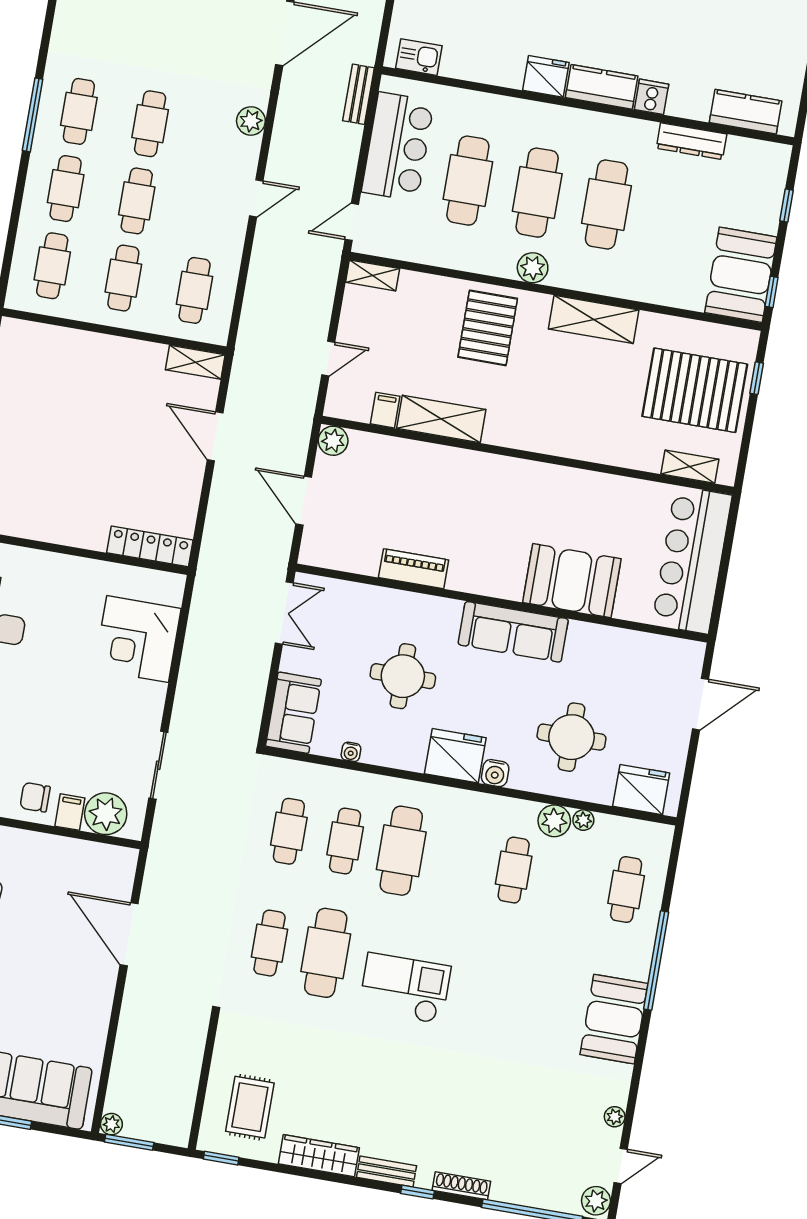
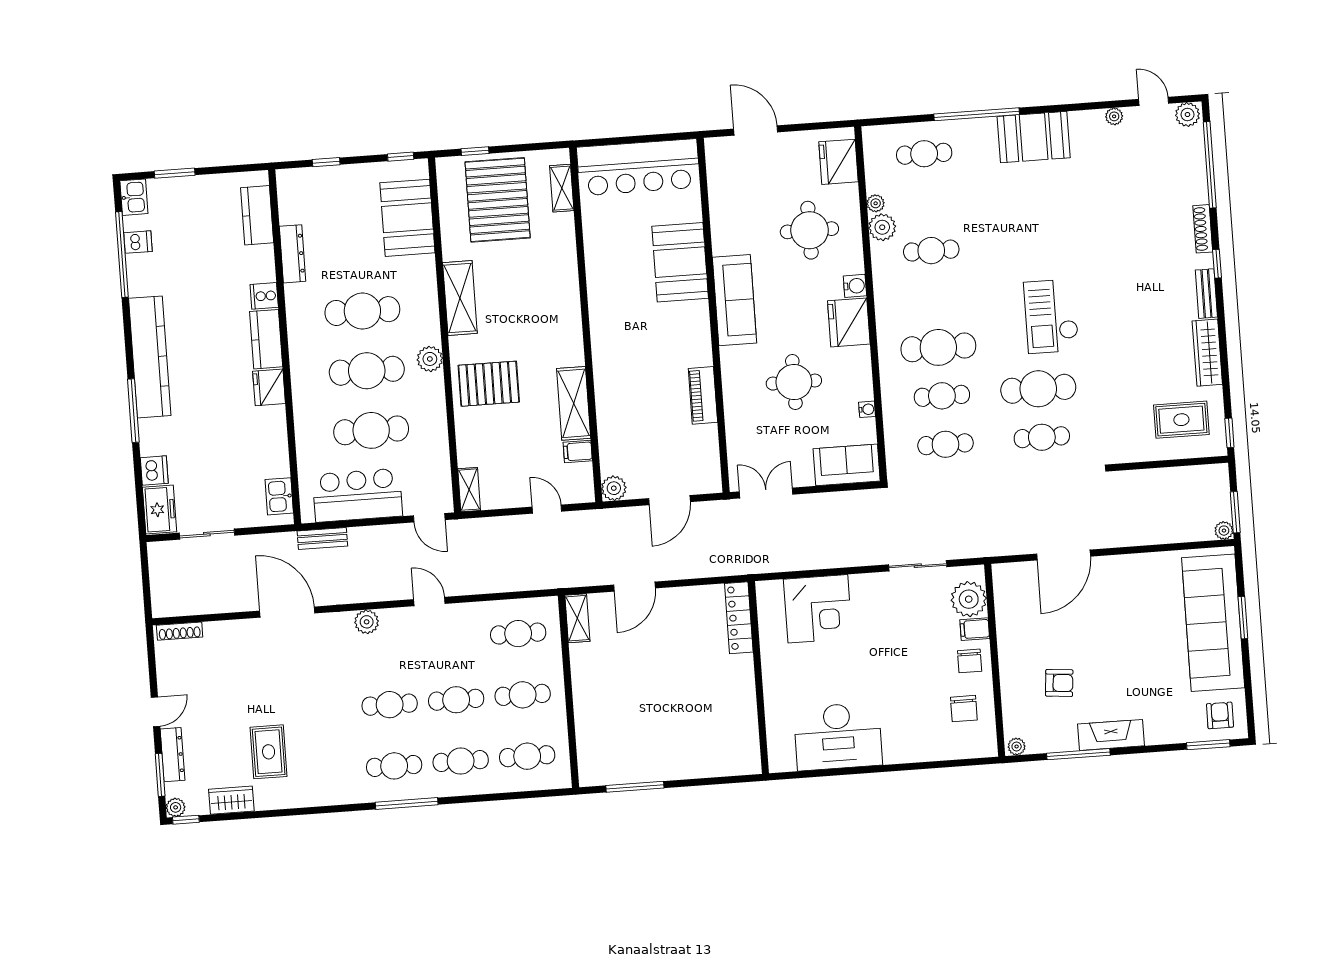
booth: (741, 275) -> (407, 218), moved, turned 90

